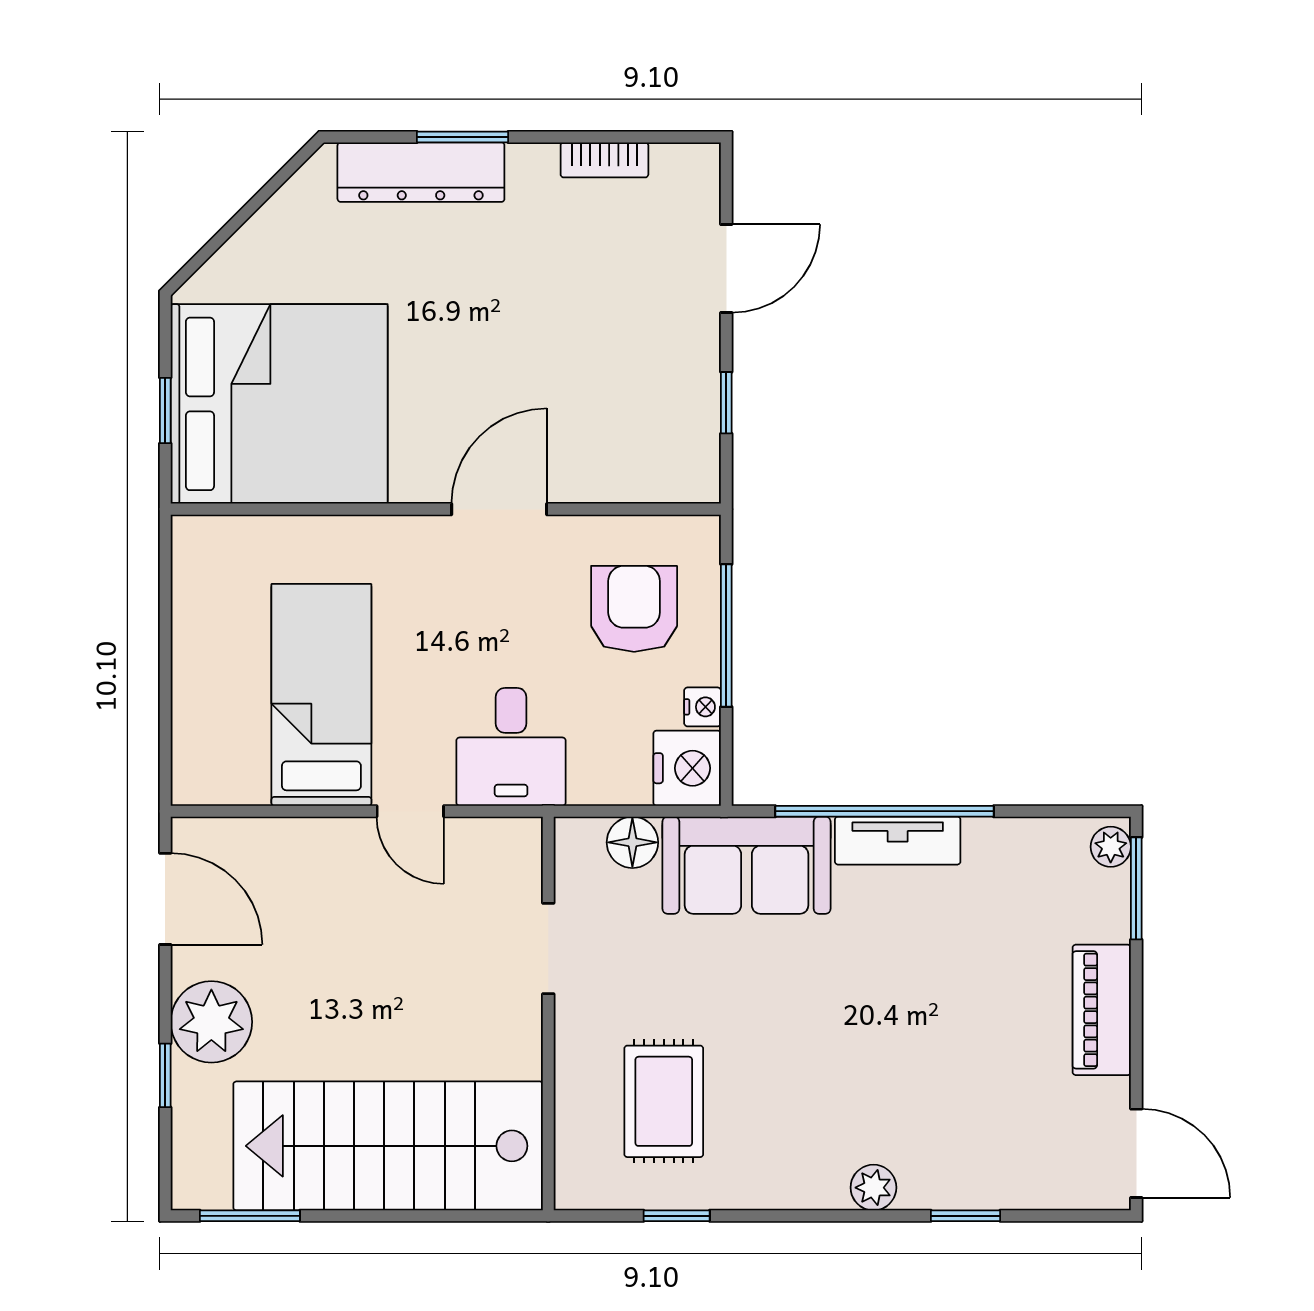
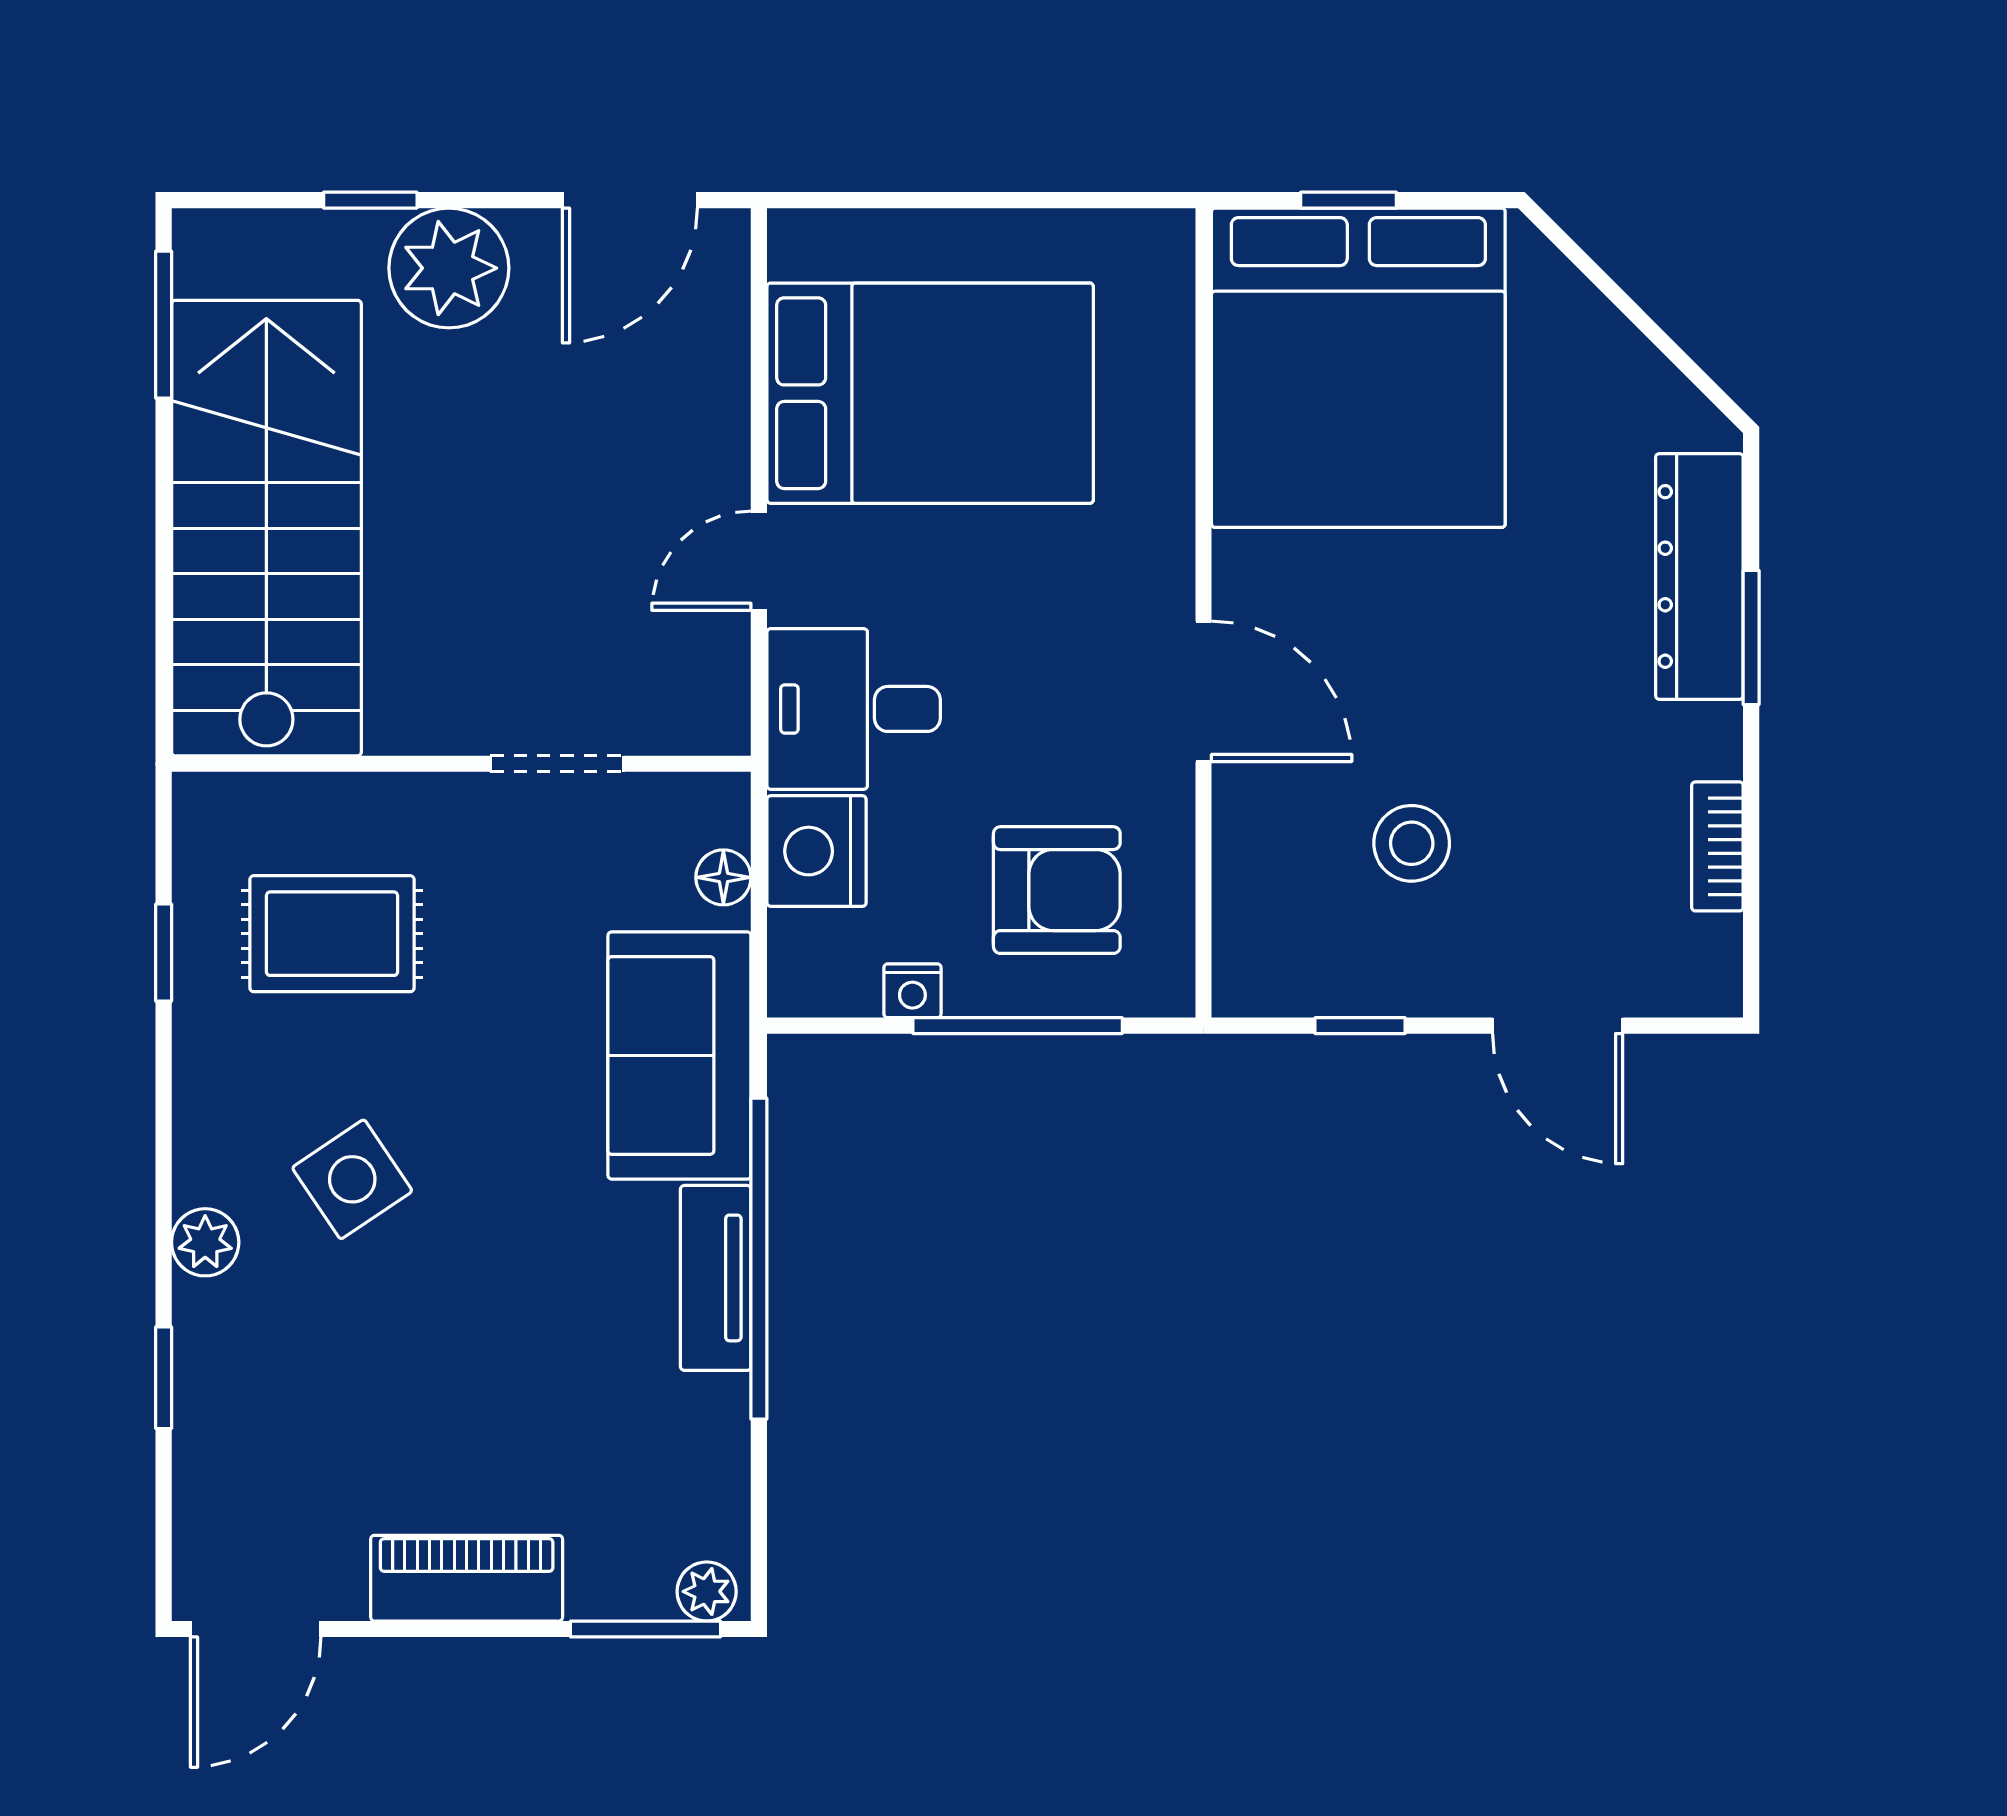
stool: (602, 368) -> (1412, 843), added
bed: (321, 695) -> (930, 393), width x1.50
nightstand: (687, 768) -> (817, 851), moved, turned 90
floor lamp: (632, 842) -> (723, 877), width x0.73, depth x0.73
side table: (831, 1088) -> (352, 1179), added

